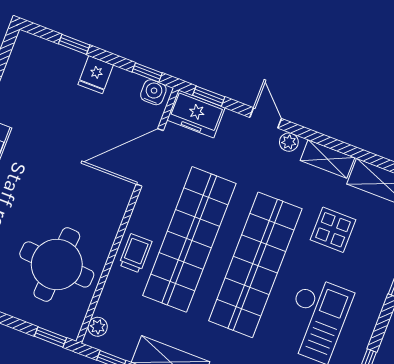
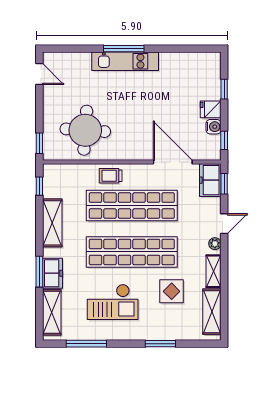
water cooler: (153, 92) -> (214, 127), moved
trolley: (135, 253) -> (111, 176), turned 180
plant: (98, 327) -> (57, 170), removed

